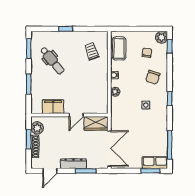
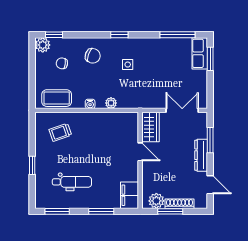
dental chair: (52, 61) -> (72, 182), turned 39
filing cabinet: (53, 107) -> (130, 195), moved
double door: (109, 149) -> (182, 110), width x0.73

